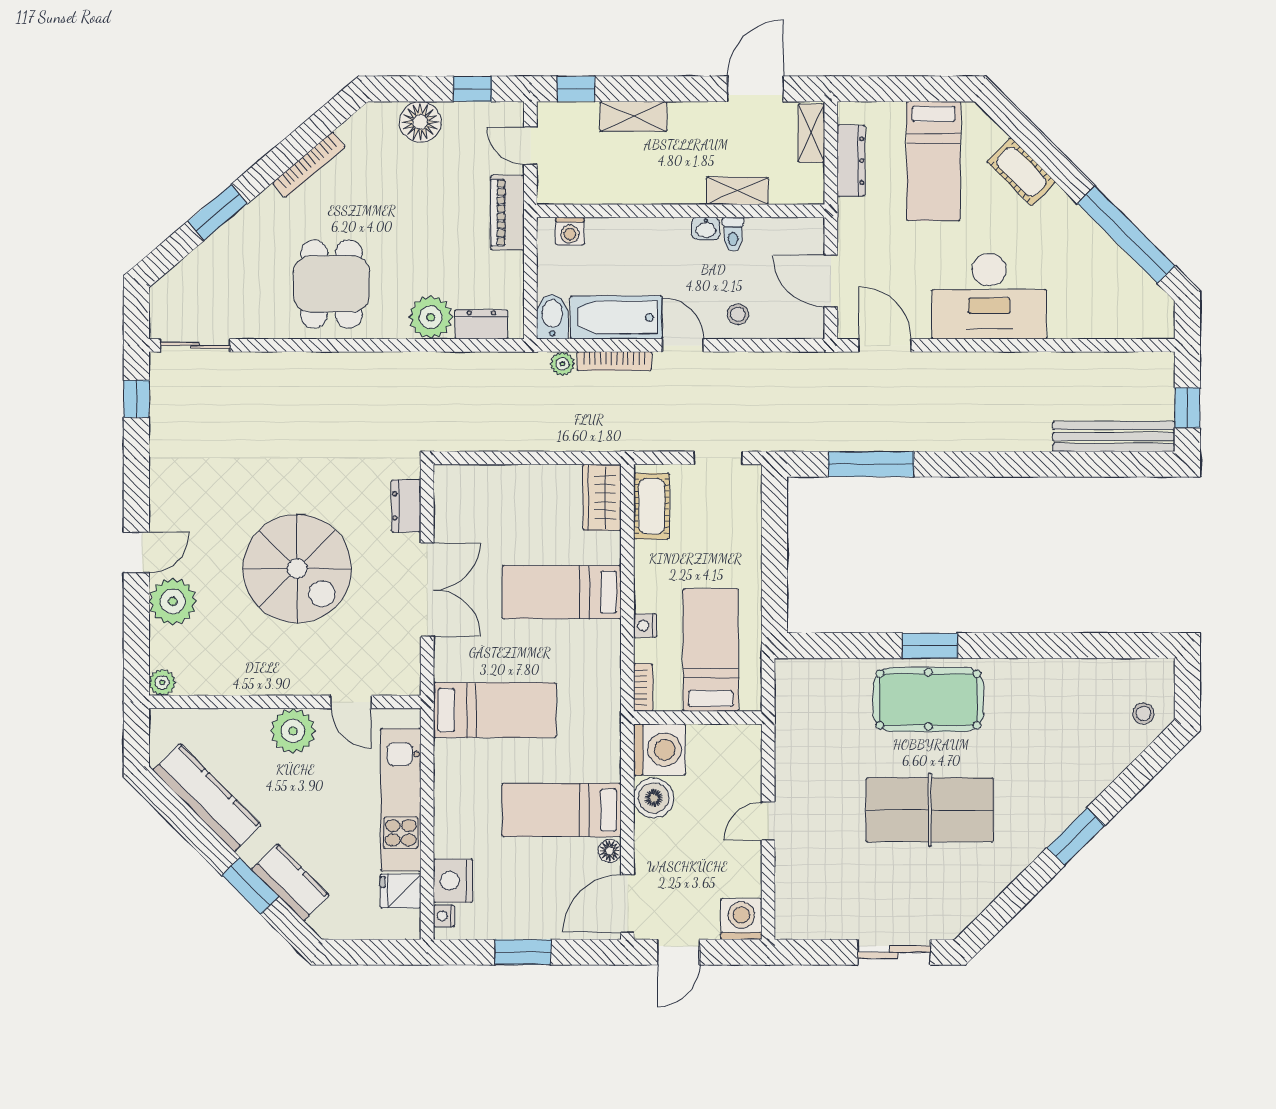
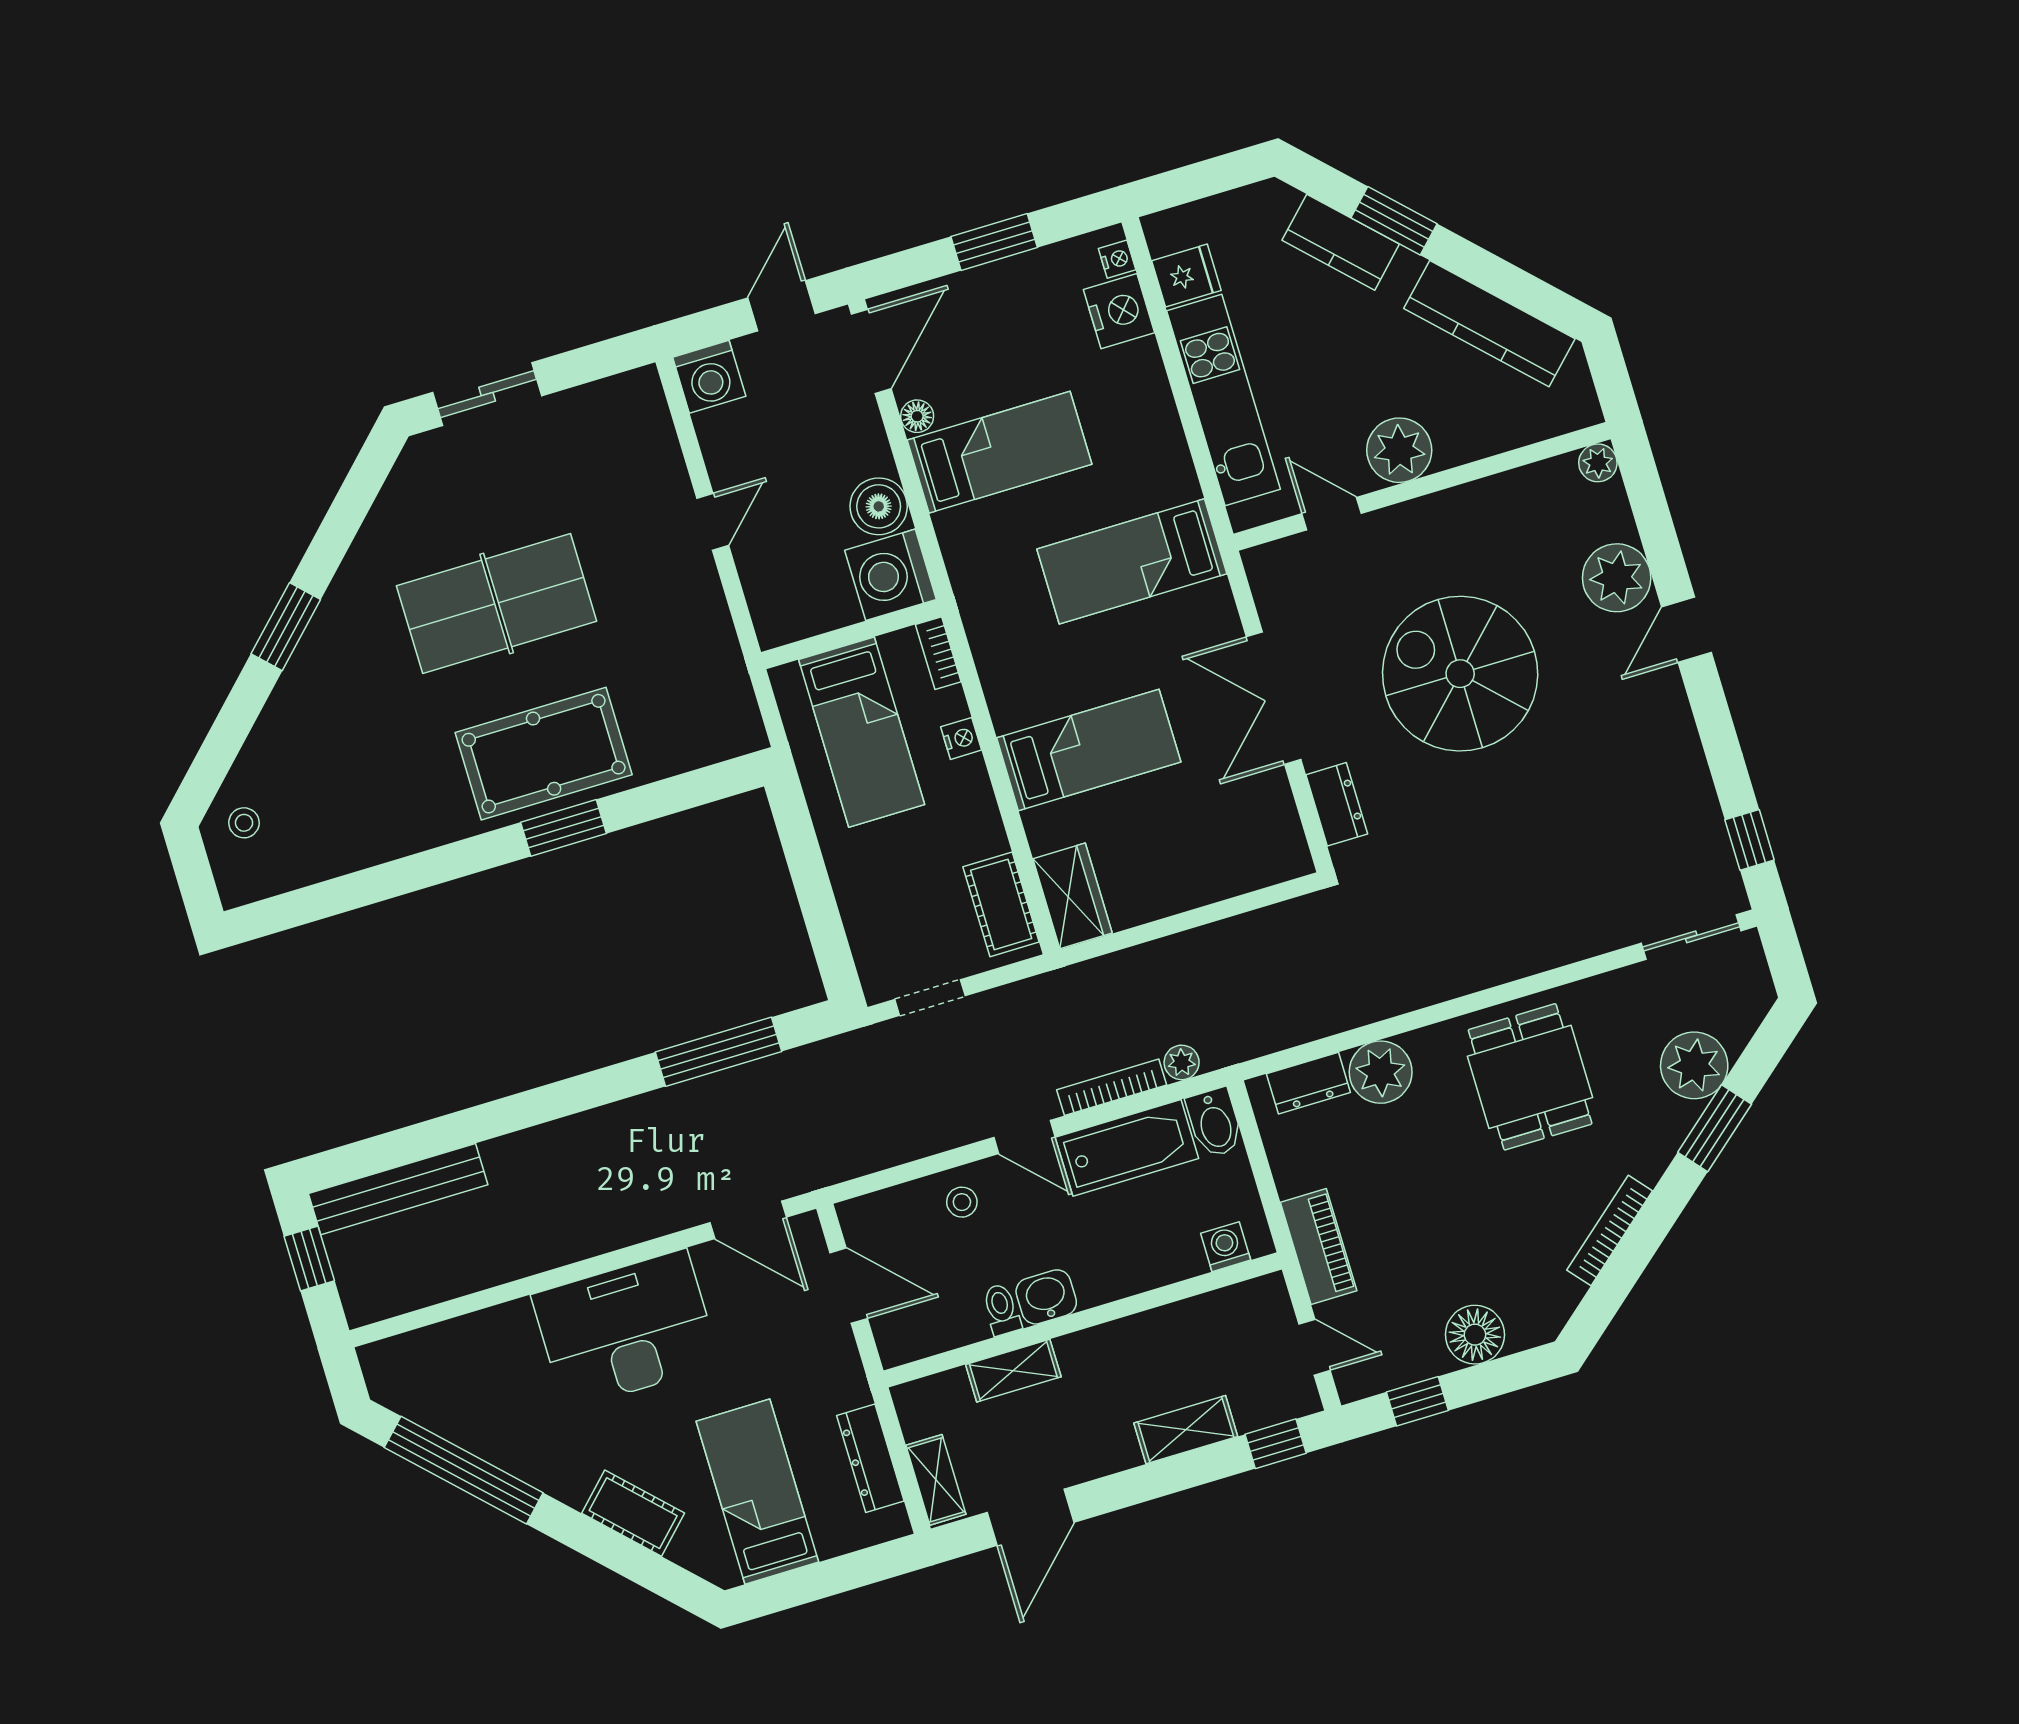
washbasin: (706, 229) -> (1046, 1297), width x1.38, depth x1.45
plant: (219, 259) -> (1694, 1065), added

